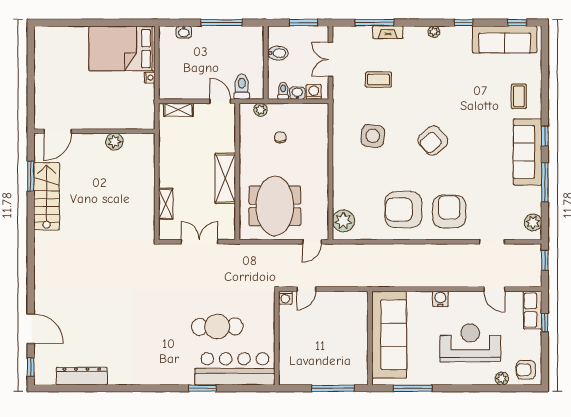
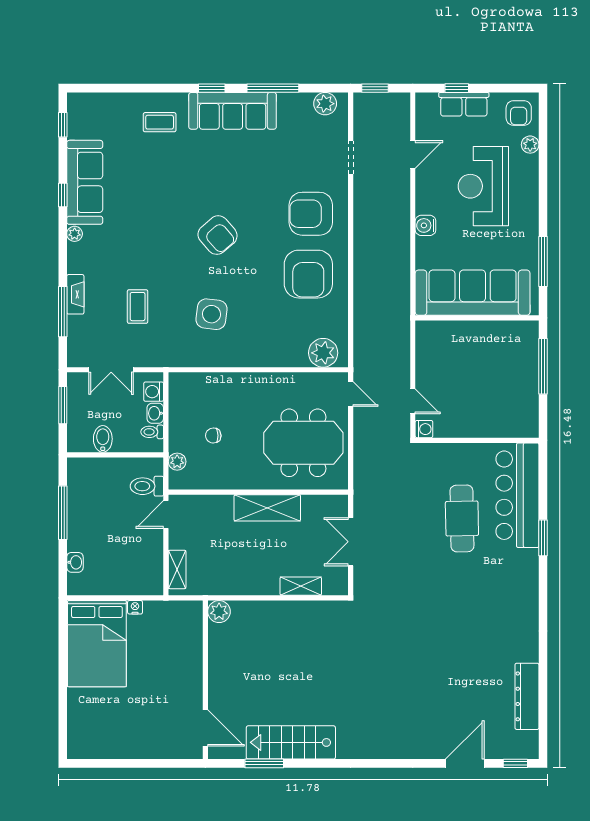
sofa: (505, 39) -> (85, 182), moved
plant: (114, 142) -> (219, 612), moved
row of seats: (533, 310) -> (464, 104), moved

